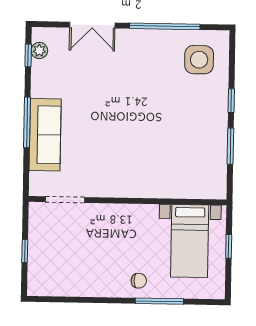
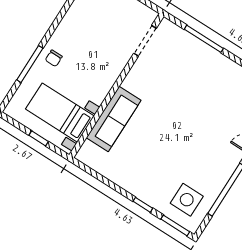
window: (27, 122) -> (204, 39), moved
sofa: (45, 135) -> (114, 119), moved, turned -90
window: (230, 146) -> (175, 225), moved

